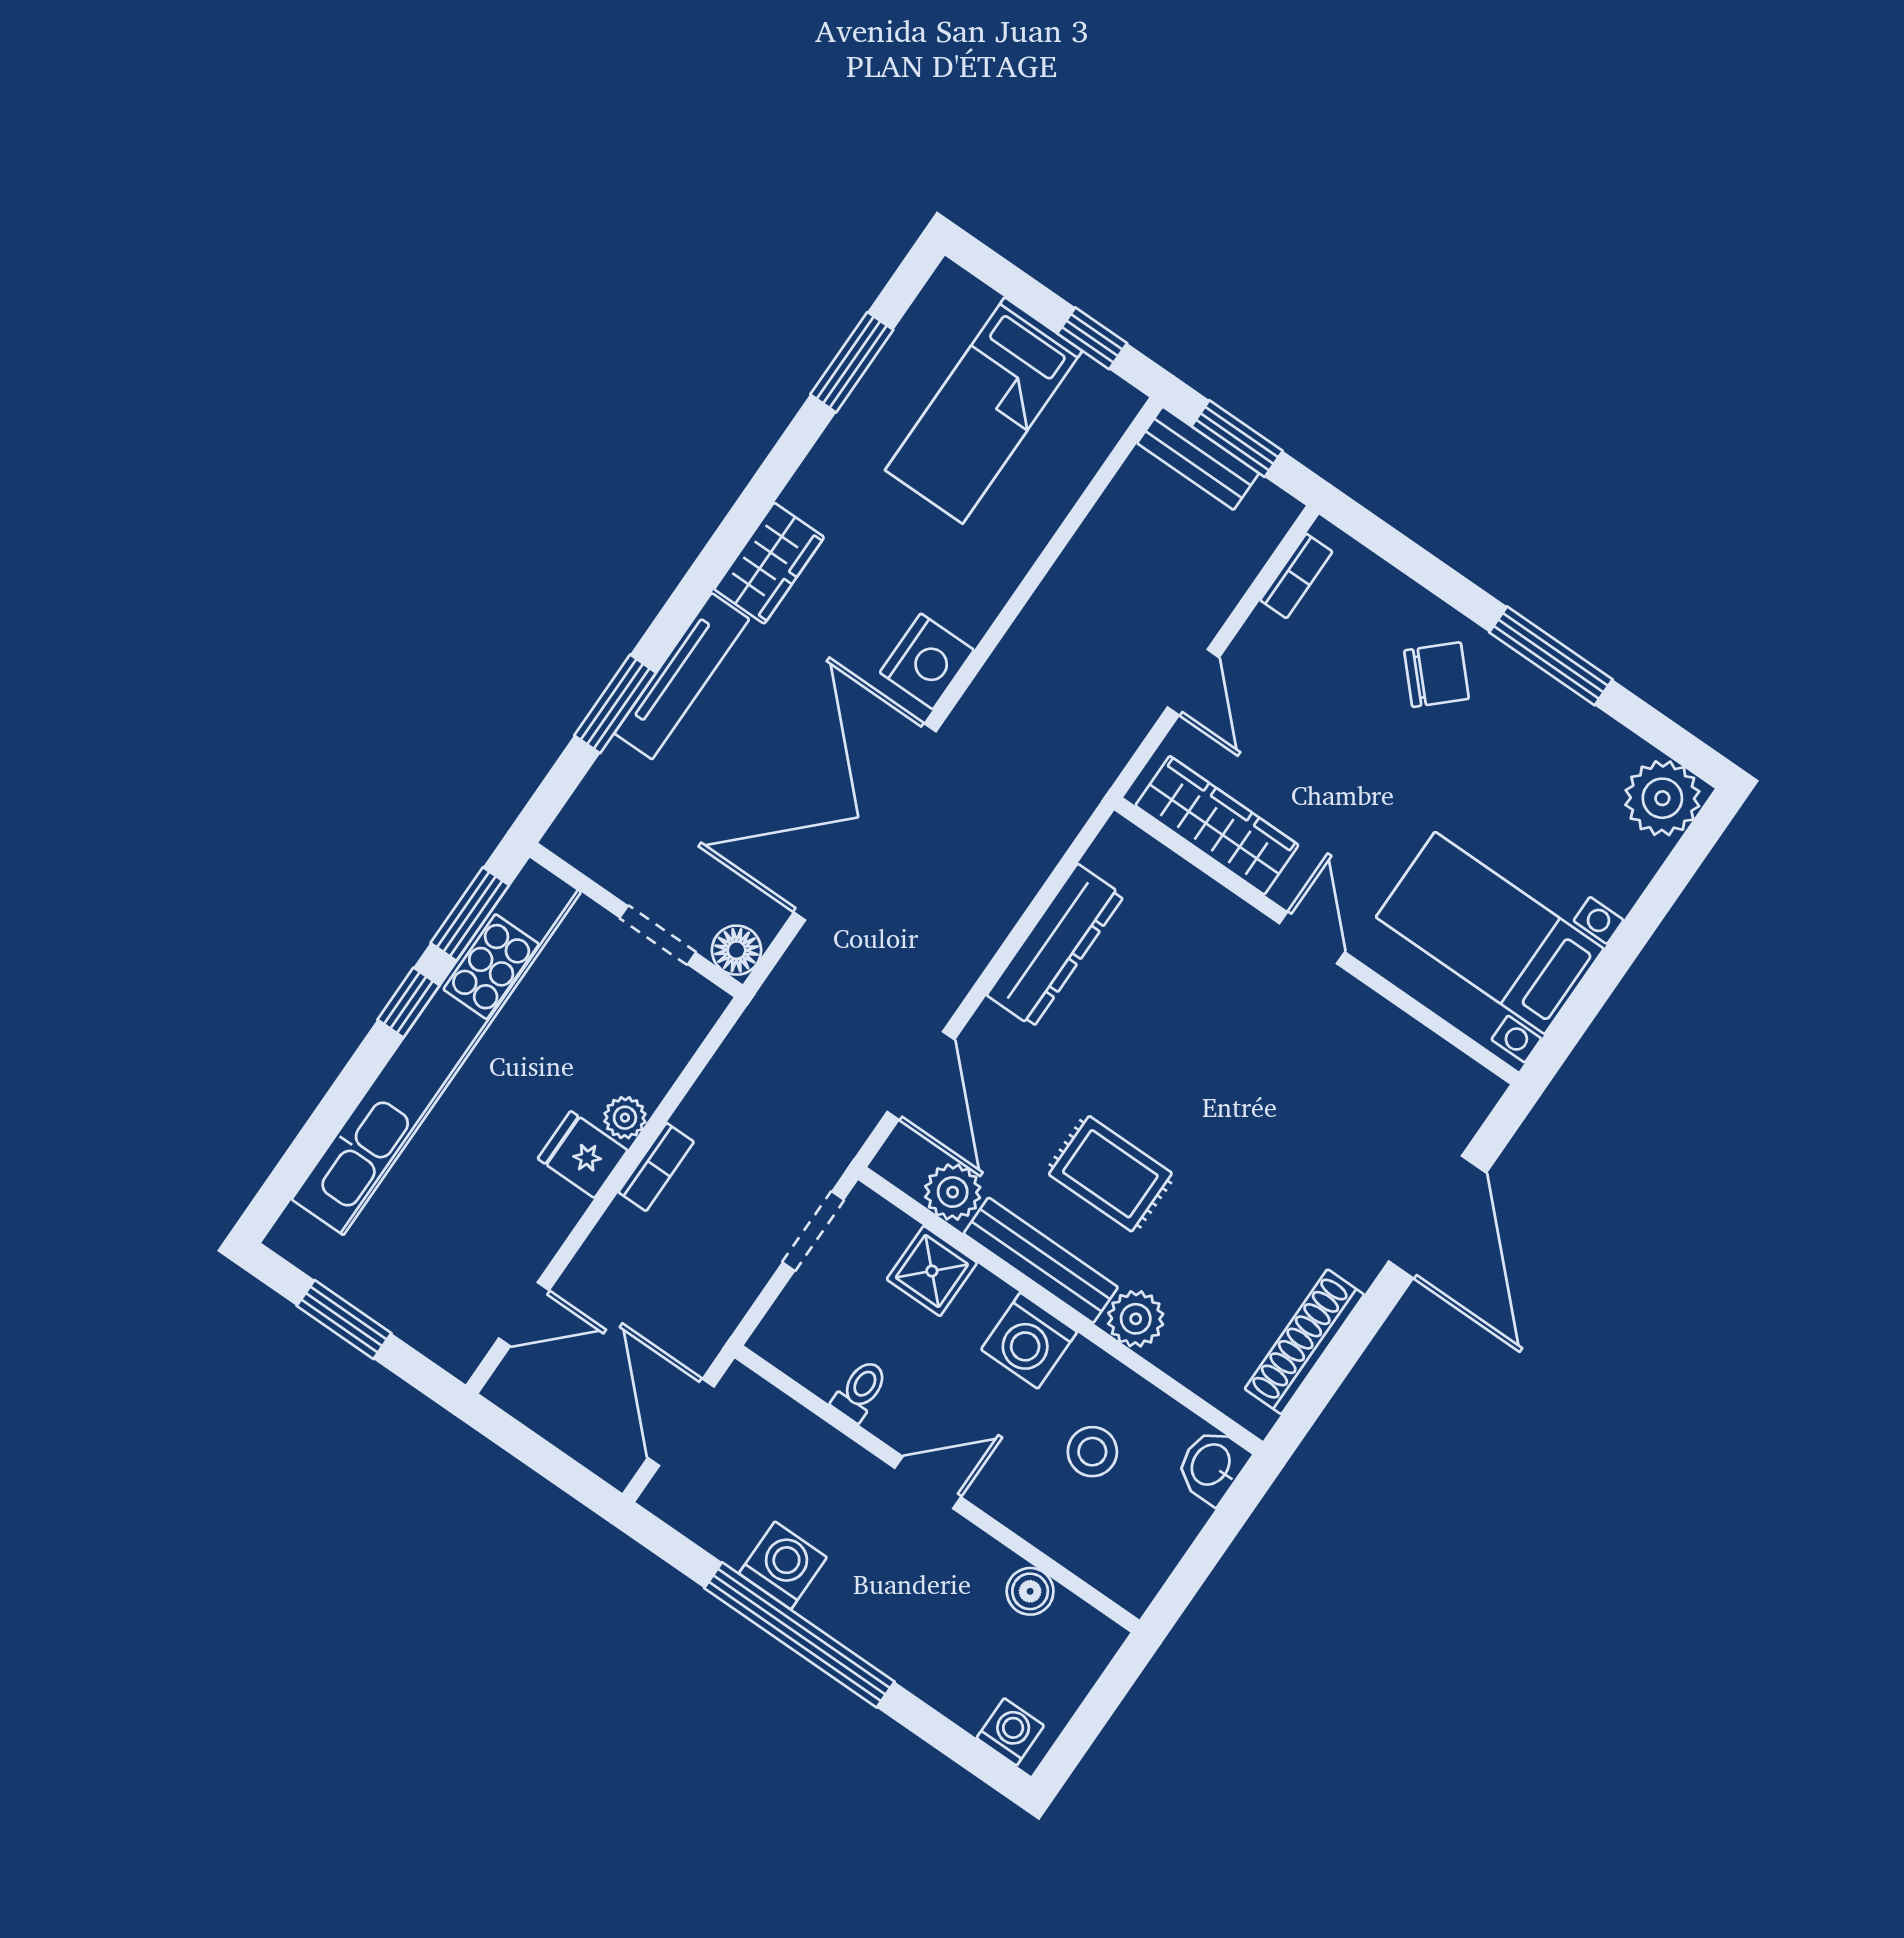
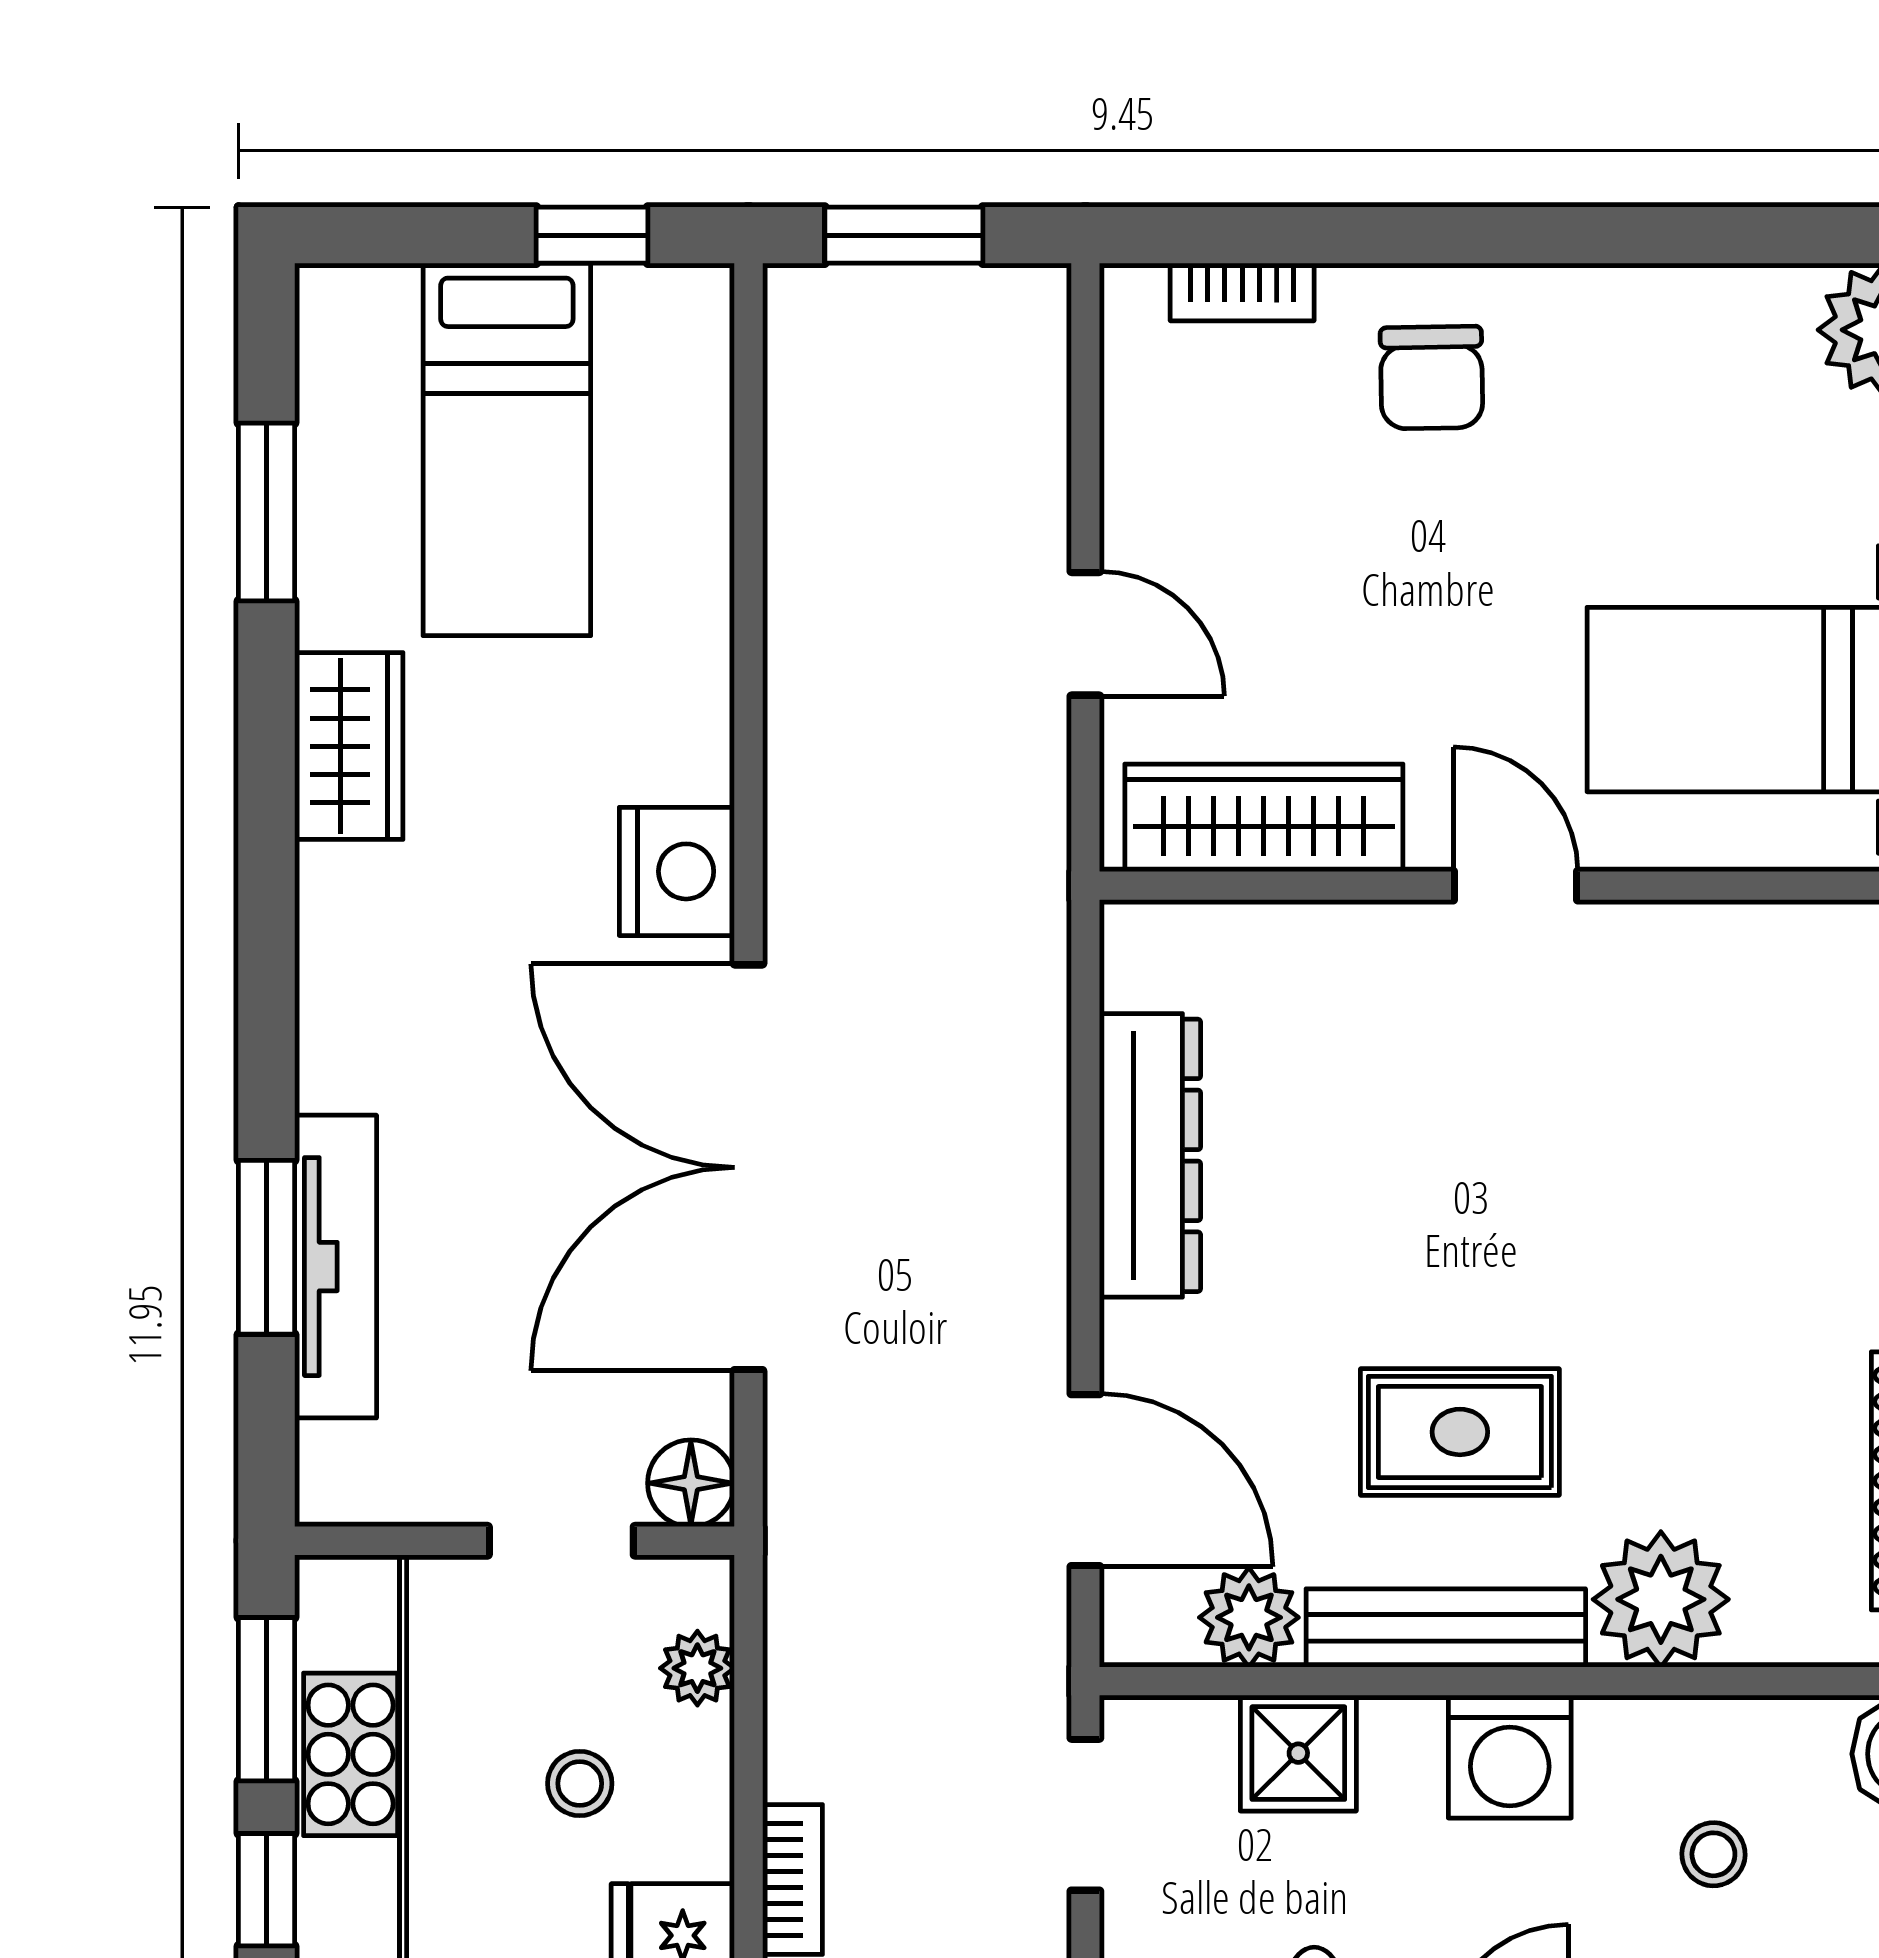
bench: (1198, 458) -> (867, 303), removed
wardrobe: (769, 563) -> (349, 746), moved
bookcase: (1296, 576) -> (1242, 292), moved, turned 90
window: (1551, 656) -> (1579, 235), removed
chair: (1436, 675) -> (1432, 378), turned 132
tv unit: (682, 676) -> (336, 1267), moved
stool: (588, 1054) -> (580, 1783), added
plant: (625, 1118) -> (697, 1668), moved
plant: (1136, 1319) -> (1661, 1599), width x1.36, depth x1.36
stool: (1092, 1452) -> (1713, 1854), width x0.73, depth x0.73

